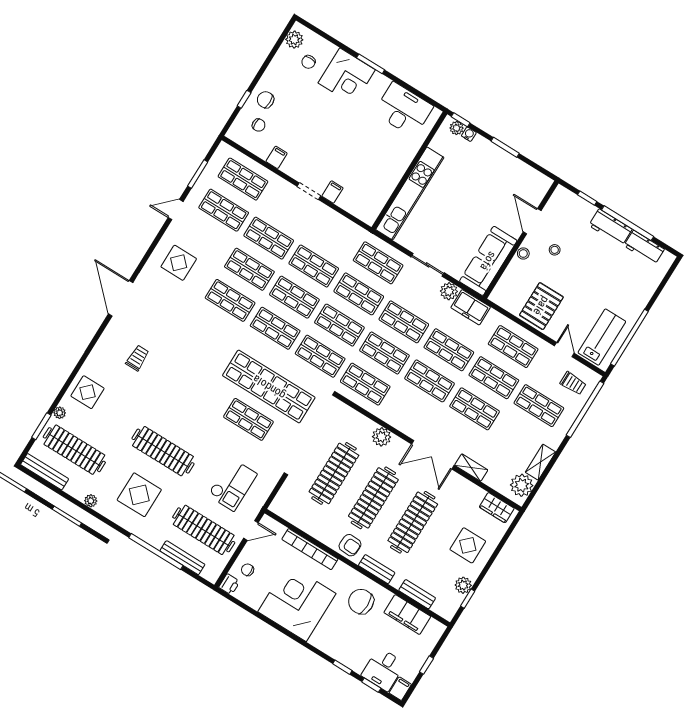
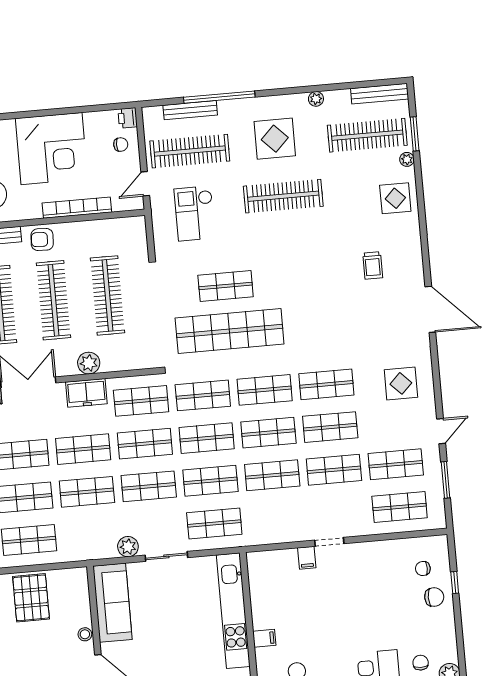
filing cabinet: (277, 157) -> (264, 638), moved, turned -90
stool: (555, 250) -> (58, 660), removed
freezer: (471, 307) -> (86, 393), moved, turned 180

